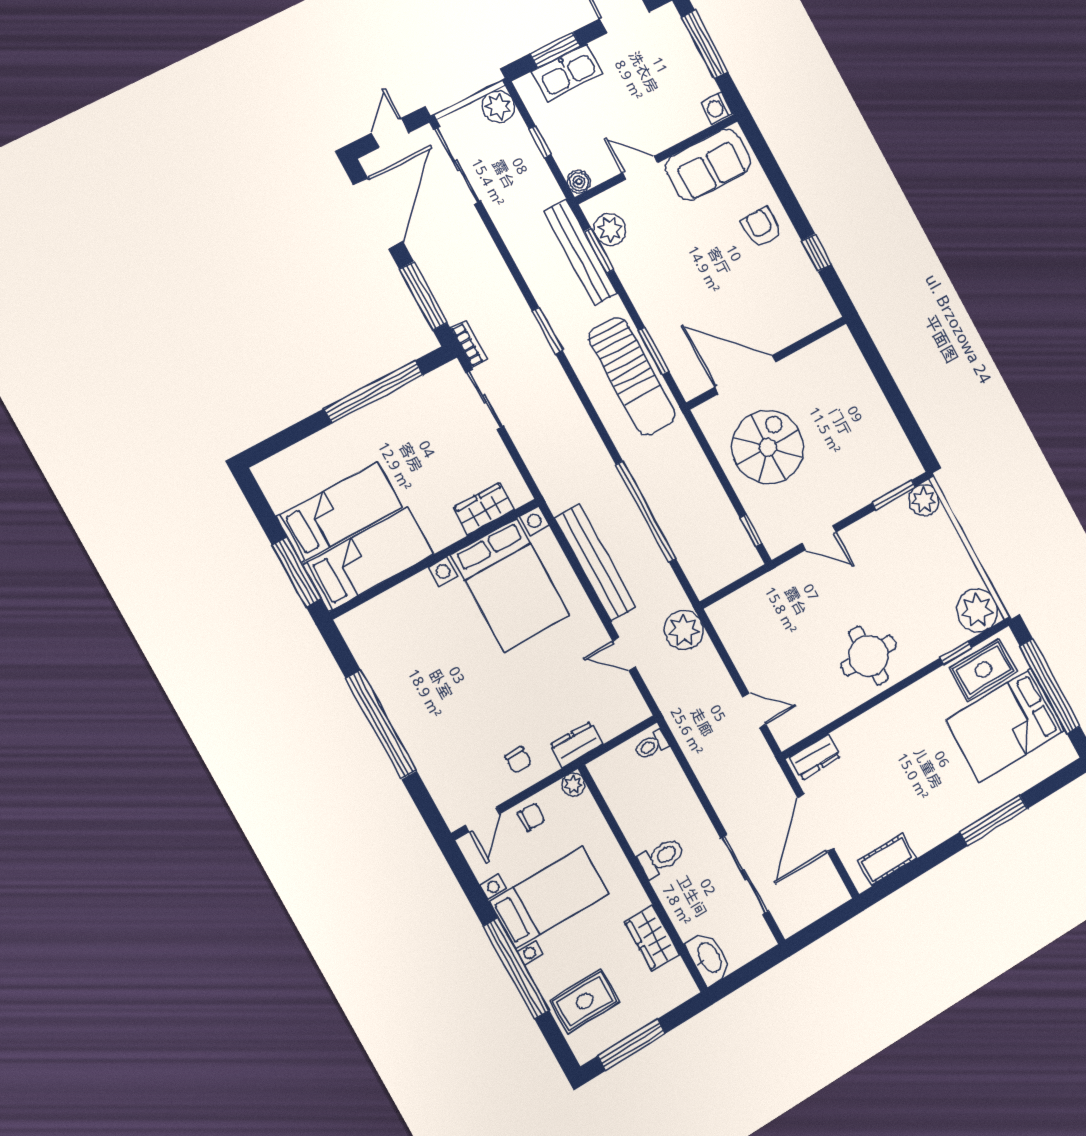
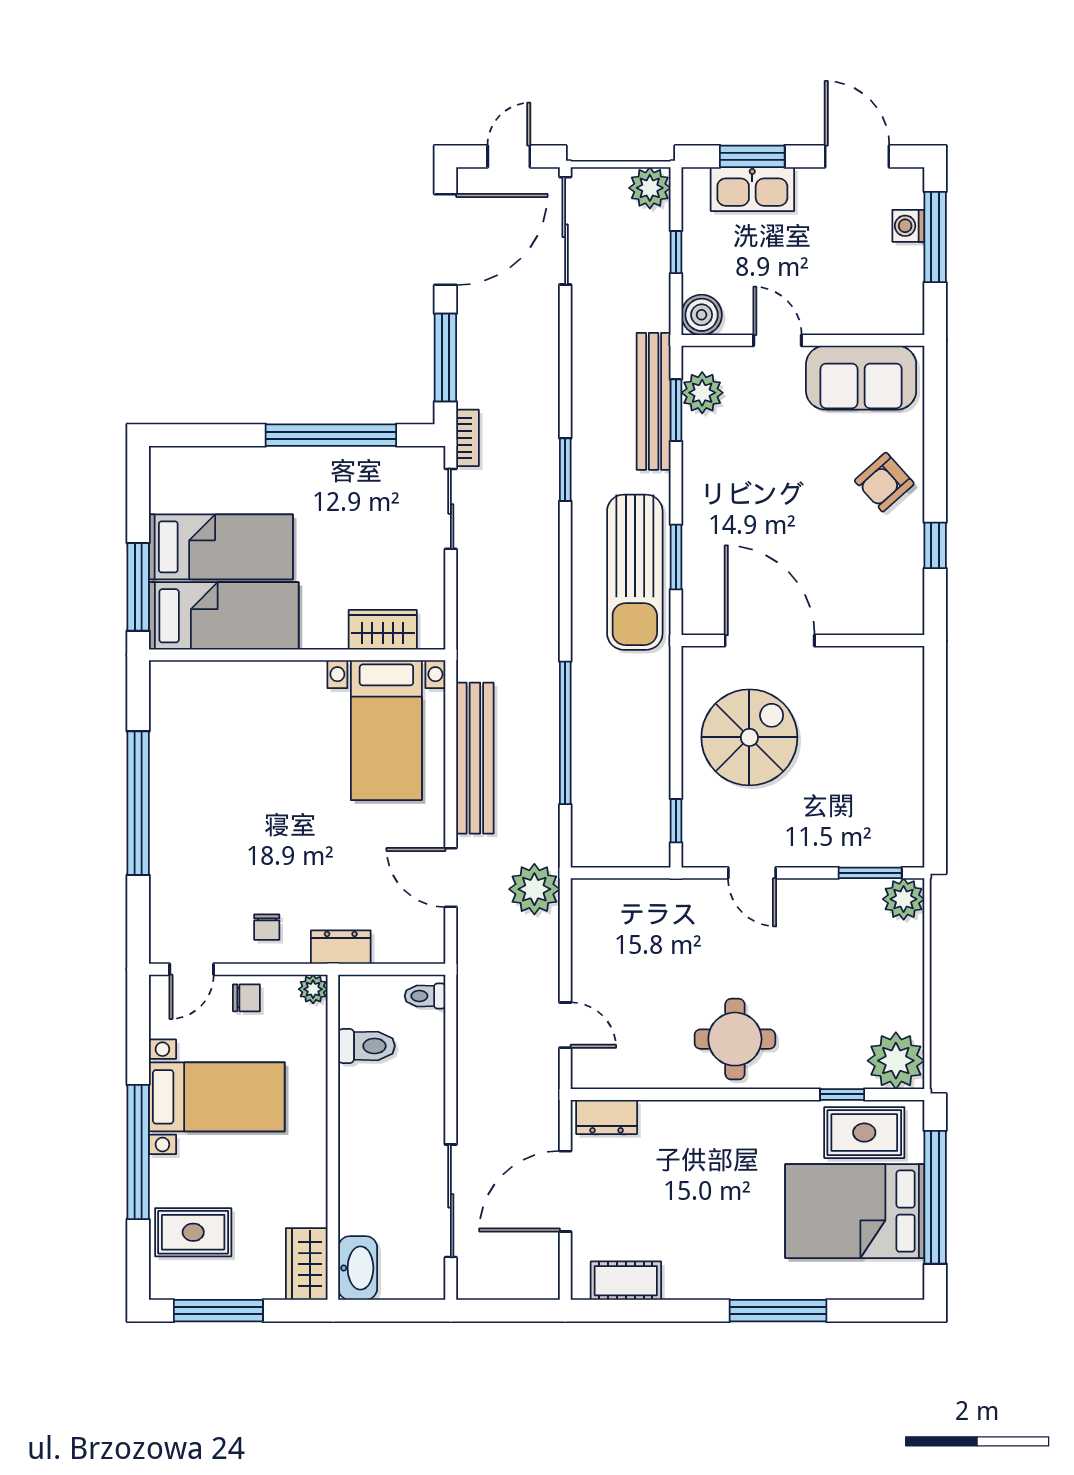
washing machine: (717, 108) -> (908, 226), moved
boiler: (579, 182) -> (702, 315), width x1.36, depth x1.36
armchair: (761, 227) -> (884, 482), turned -132
bed with nightstands: (510, 585) -> (386, 730), width x0.73
door: (624, 654) -> (451, 878), width x1.38
toilet: (661, 857) -> (367, 1046), moved
wardrobe: (652, 938) -> (307, 1264), moved

